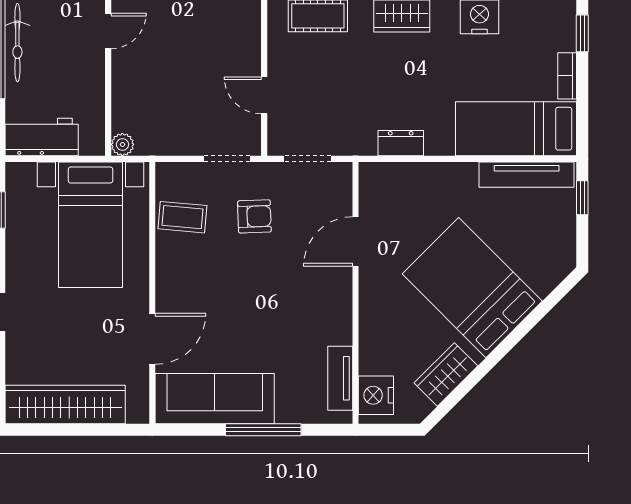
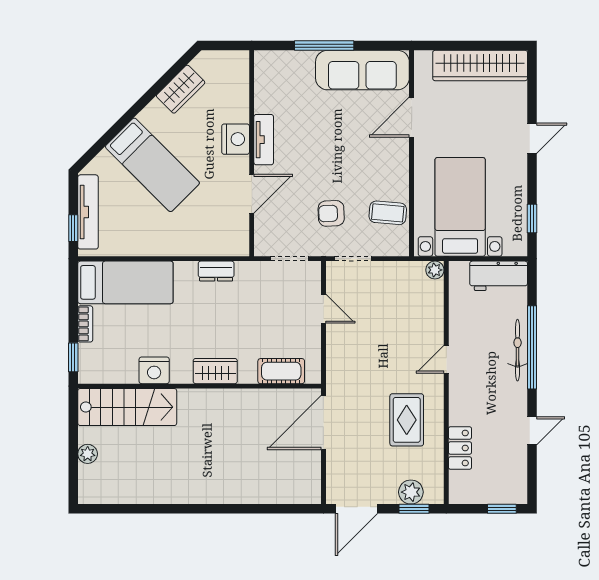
tv unit: (527, 175) -> (88, 212), moved, turned 90
bed: (472, 288) -> (152, 165), width x0.67
tv unit: (340, 378) -> (264, 140), moved
nightstand: (376, 395) -> (236, 139), moved

